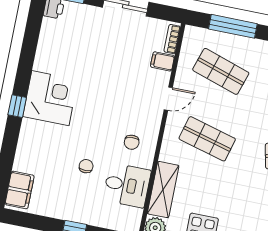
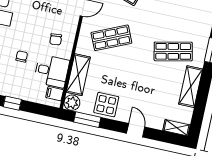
shop shelf: (207, 139) -> (111, 38), turned -39
filing cabinet: (131, 216) -> (55, 94), added

